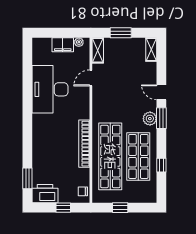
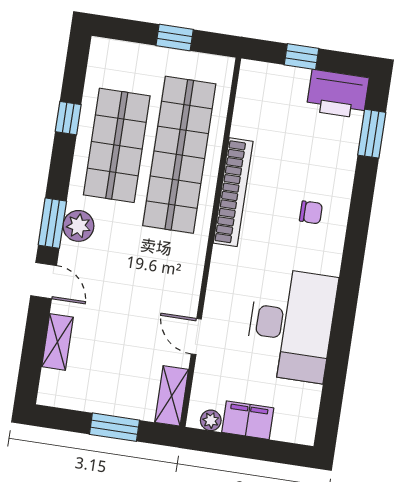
shelving: (151, 49) -> (57, 342), moved
door: (91, 78) -> (196, 336), swing flipped
chair: (83, 191) -> (311, 212), moved

